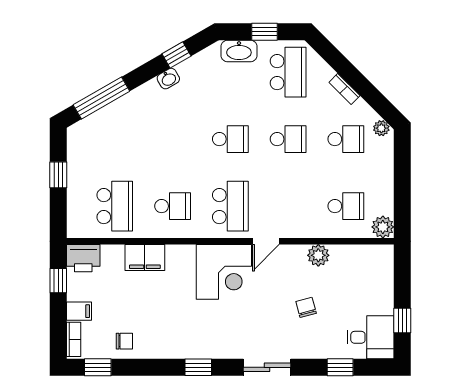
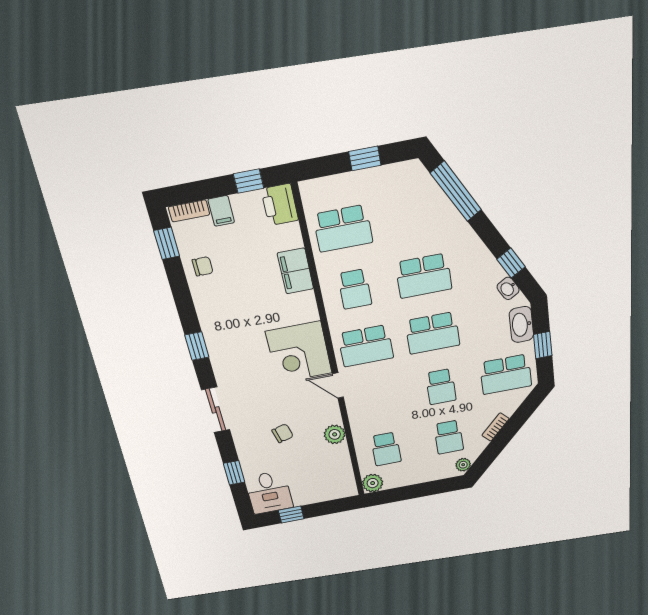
washbasin: (168, 79) -> (508, 288), moved
school desk: (173, 139) -> (424, 276), added
school desk: (230, 139) -> (432, 333), width x1.85
chair: (124, 341) -> (203, 266), turned -90

